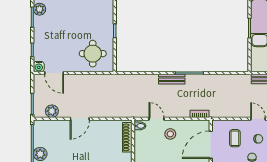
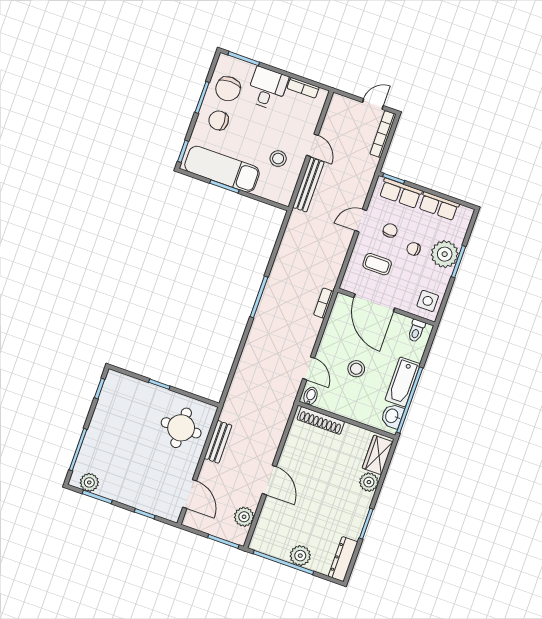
water cooler: (39, 67) -> (172, 513), removed
door: (54, 73) -> (190, 494), hinge flipped
bench: (172, 79) -> (218, 442), moved
door: (157, 119) -> (309, 368), swing flipped
stool: (170, 134) -> (356, 369), moved

